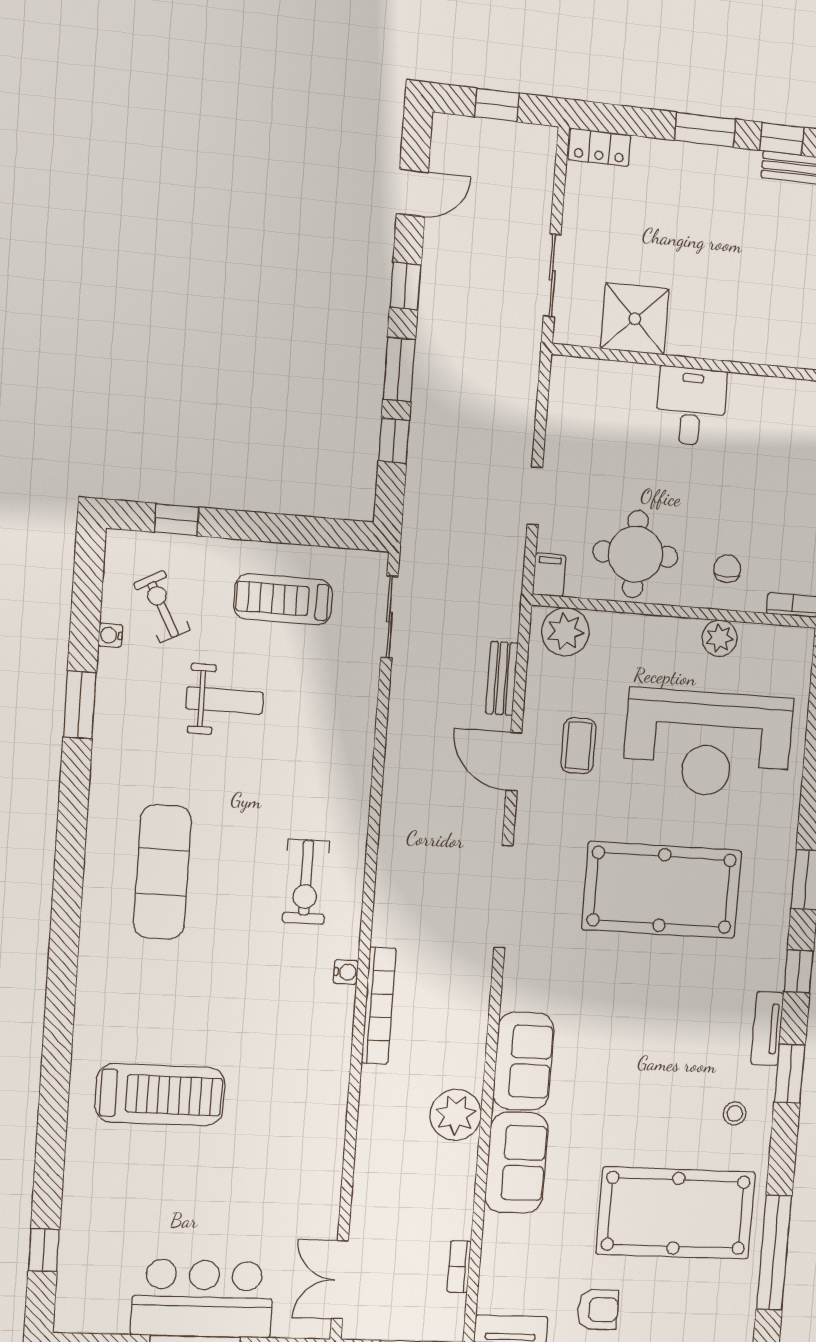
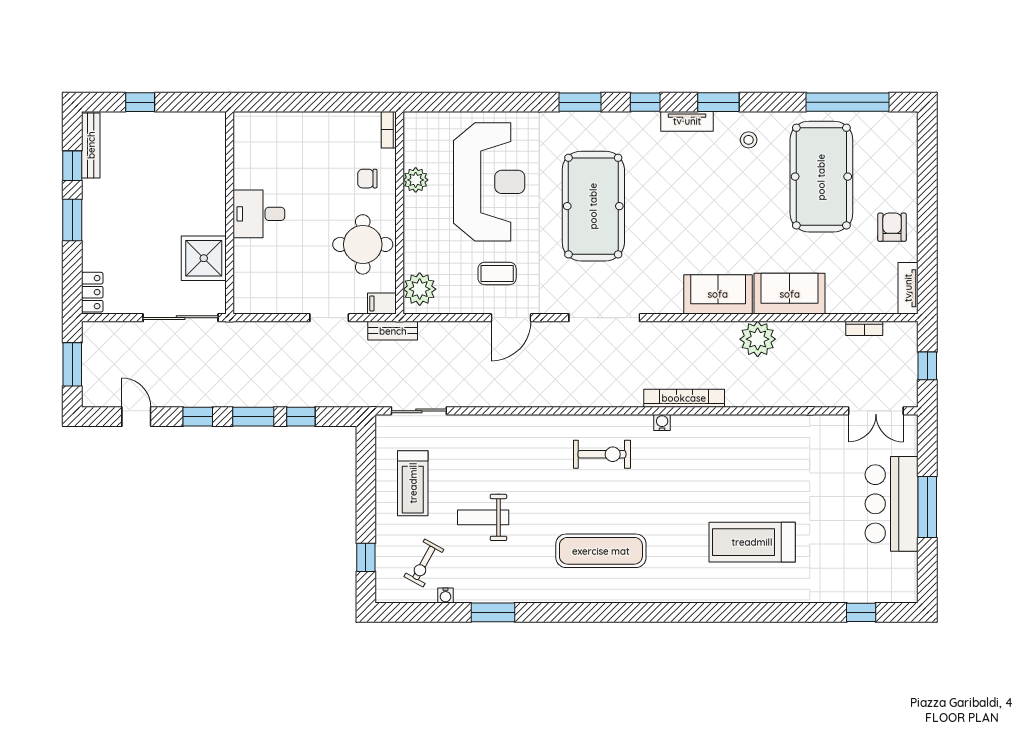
window: (497, 105) -> (72, 364), width x1.50
sliding door: (552, 275) -> (181, 318), width x1.37
exercise bike: (162, 607) -> (424, 563), turned -33
bench: (502, 678) -> (393, 331), moved
weight bench: (225, 700) -> (483, 517), turned -90
treadmill: (160, 1095) -> (752, 542), turned -90

